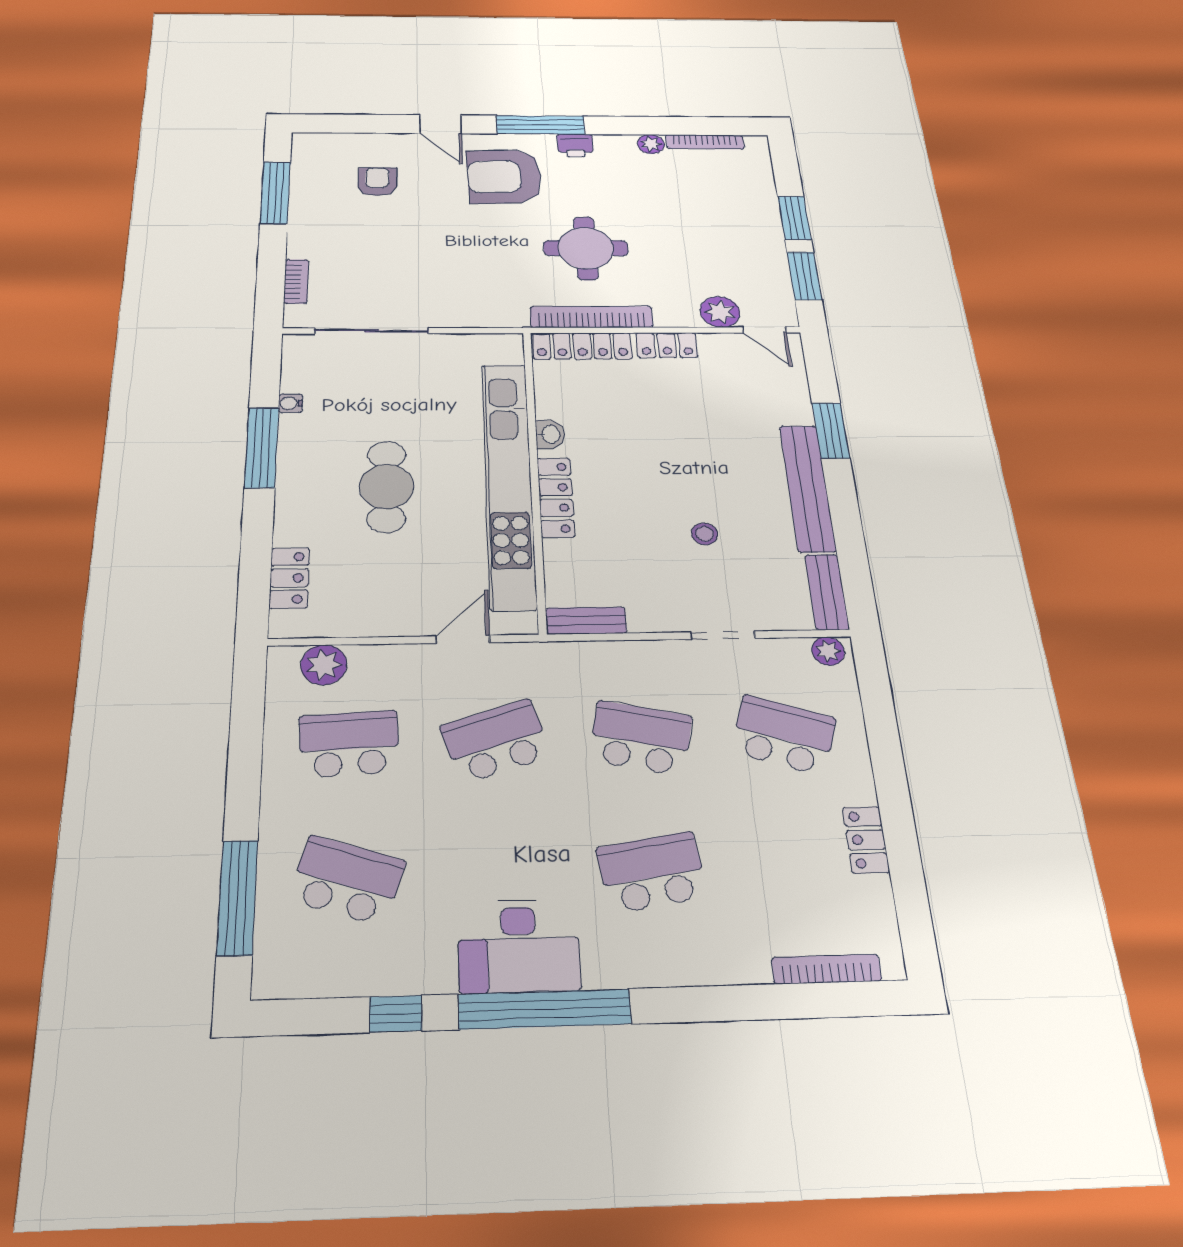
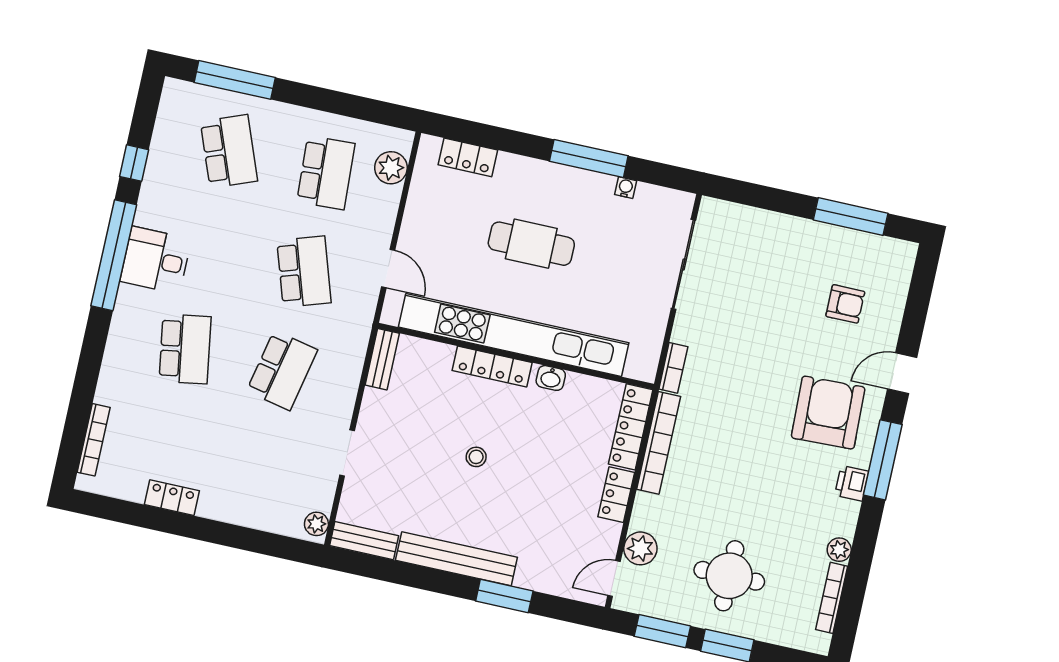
round table: (586, 248) -> (729, 576), moved
bookcase: (296, 281) -> (673, 368), moved, turned -90
stool: (705, 534) -> (476, 457), moved
school desk: (784, 735) -> (260, 469), removed
school desk: (347, 880) -> (229, 151), turned -39
desk: (519, 946) -> (156, 260), width x0.73

